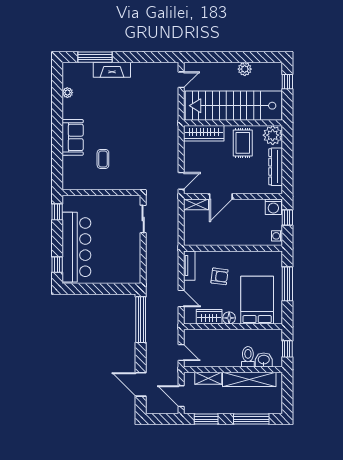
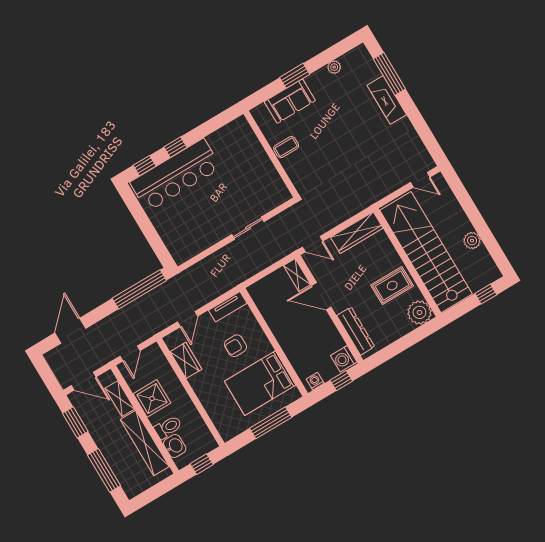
window: (57, 124) -> (295, 76), added
wardrobe: (204, 133) -> (357, 233), moved, turned -90
dresser: (276, 167) -> (356, 331), moved, turned 90
wall: (101, 193) -> (271, 154), moved
window: (57, 212) -> (175, 147), moved
armchair: (219, 276) -> (235, 346), turned 83
bed: (257, 300) -> (260, 383), moved, turned 180
floor lamp: (229, 318) -> (197, 382), removed
shower: (221, 356) -> (152, 398), added
door: (181, 396) -> (84, 381), swing flipped

